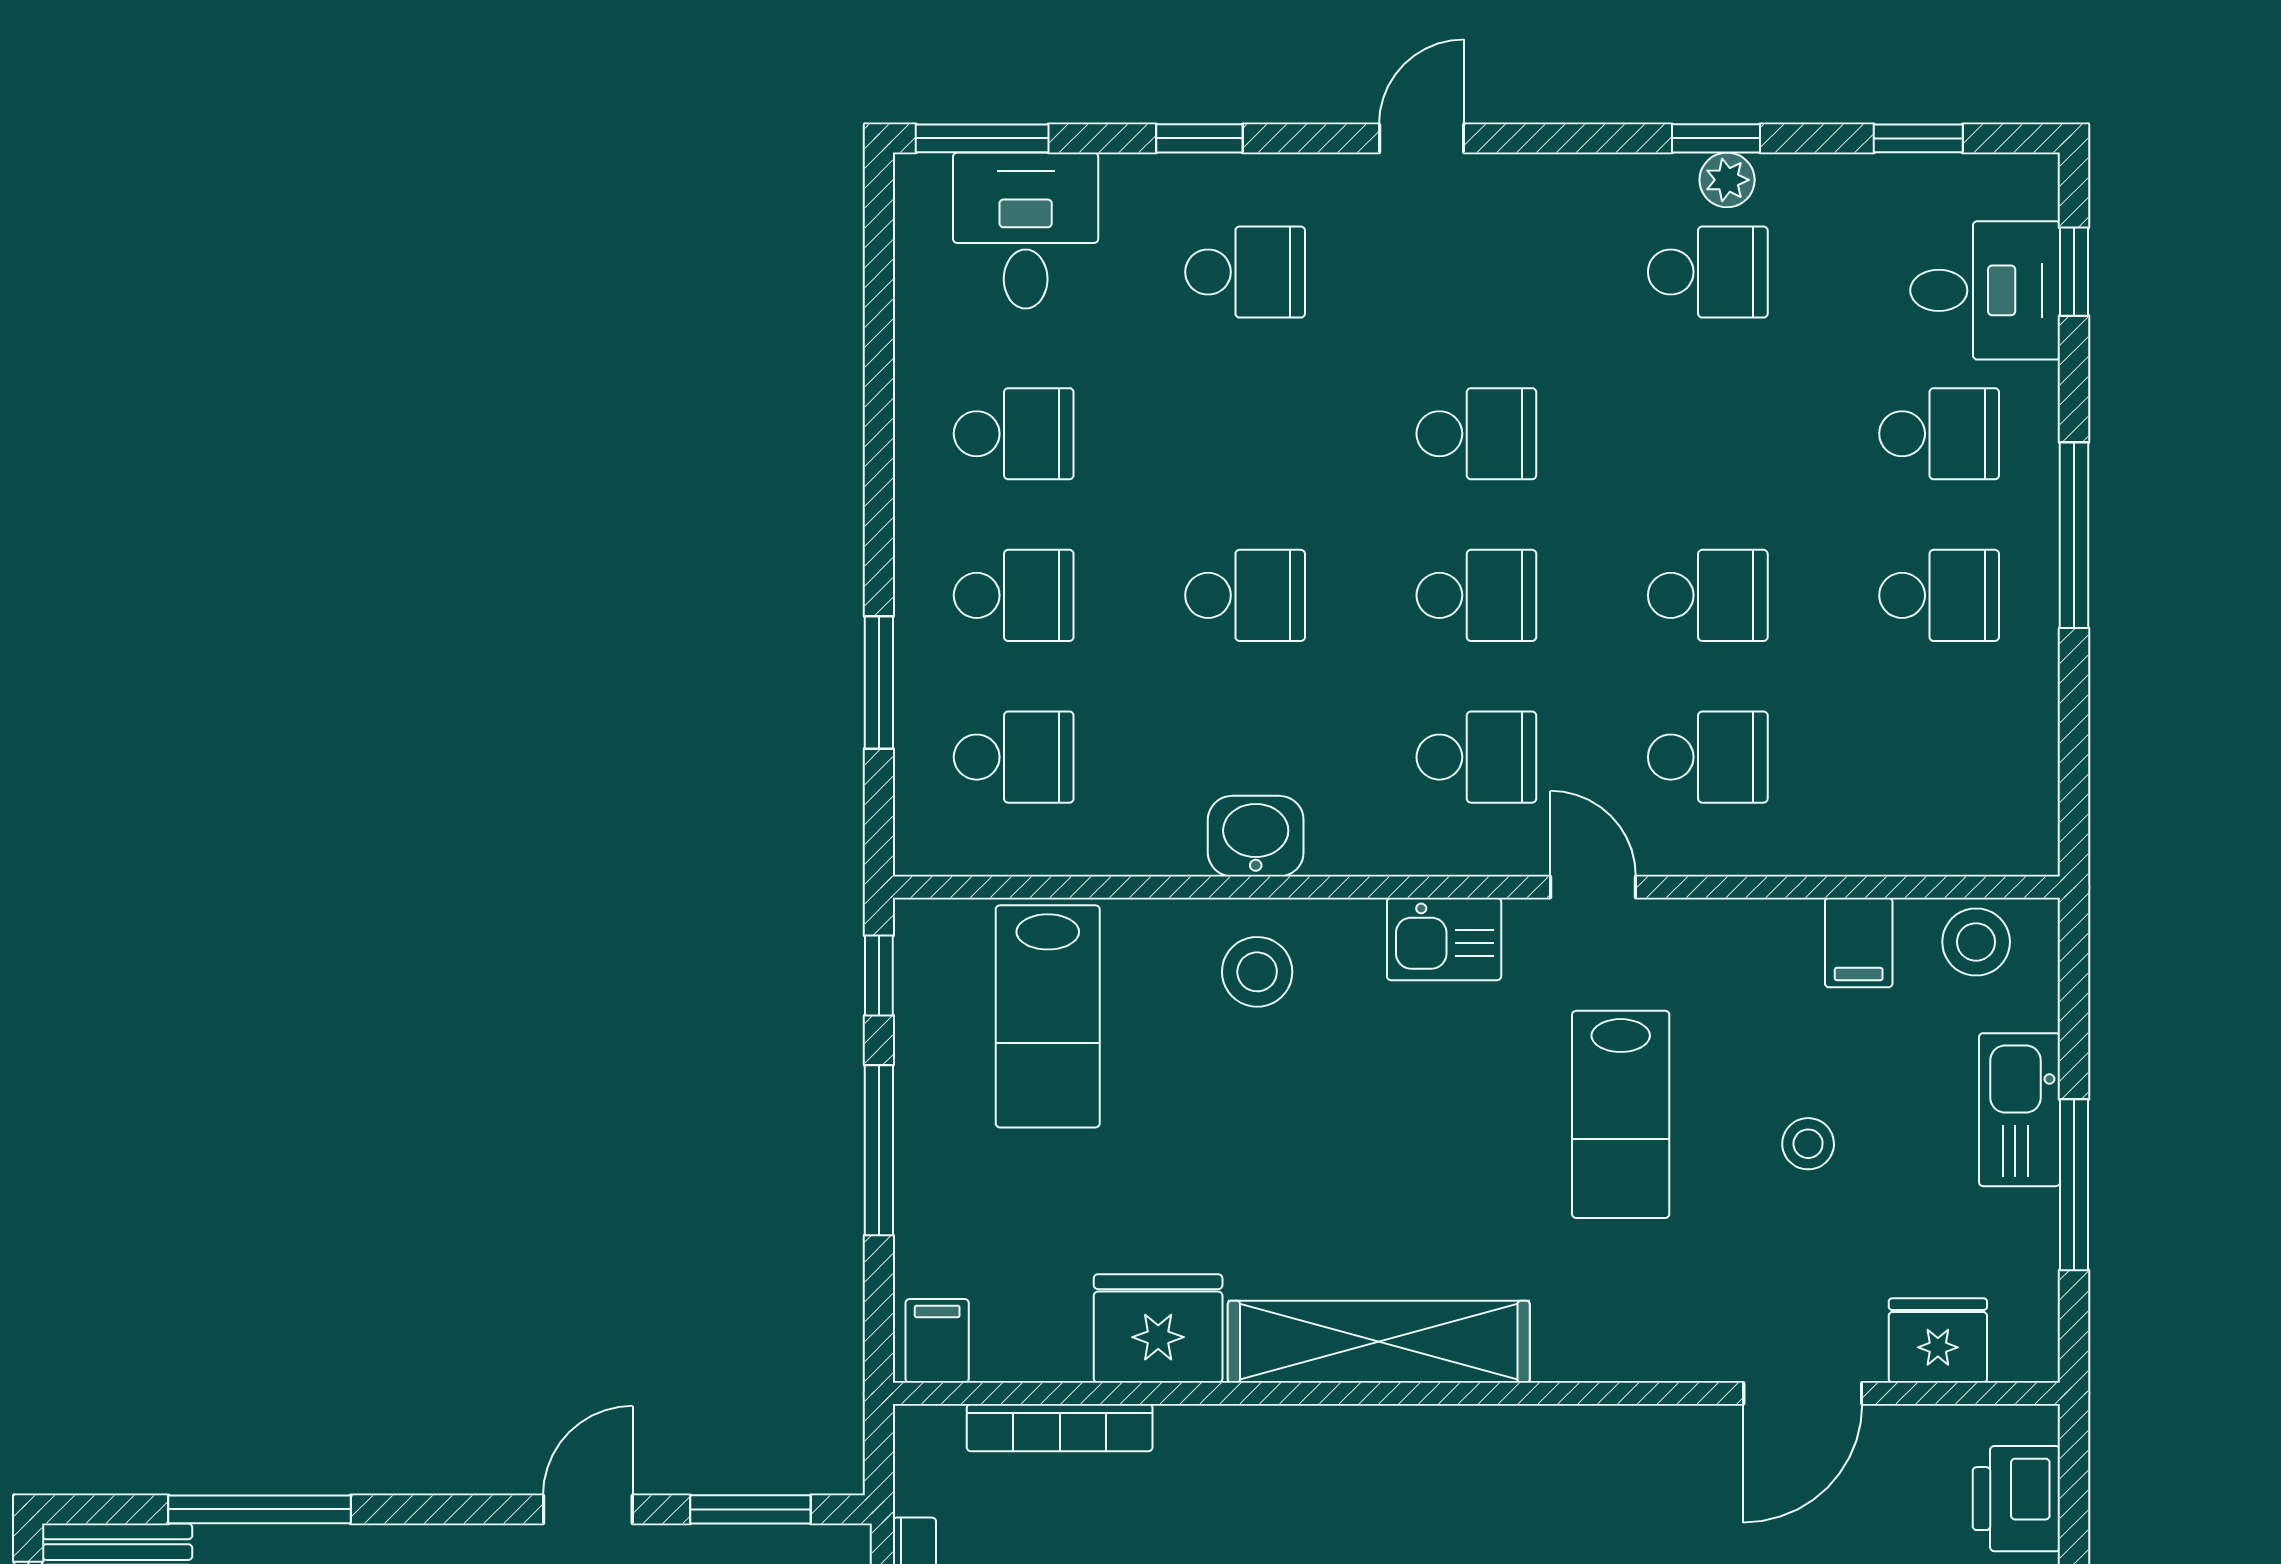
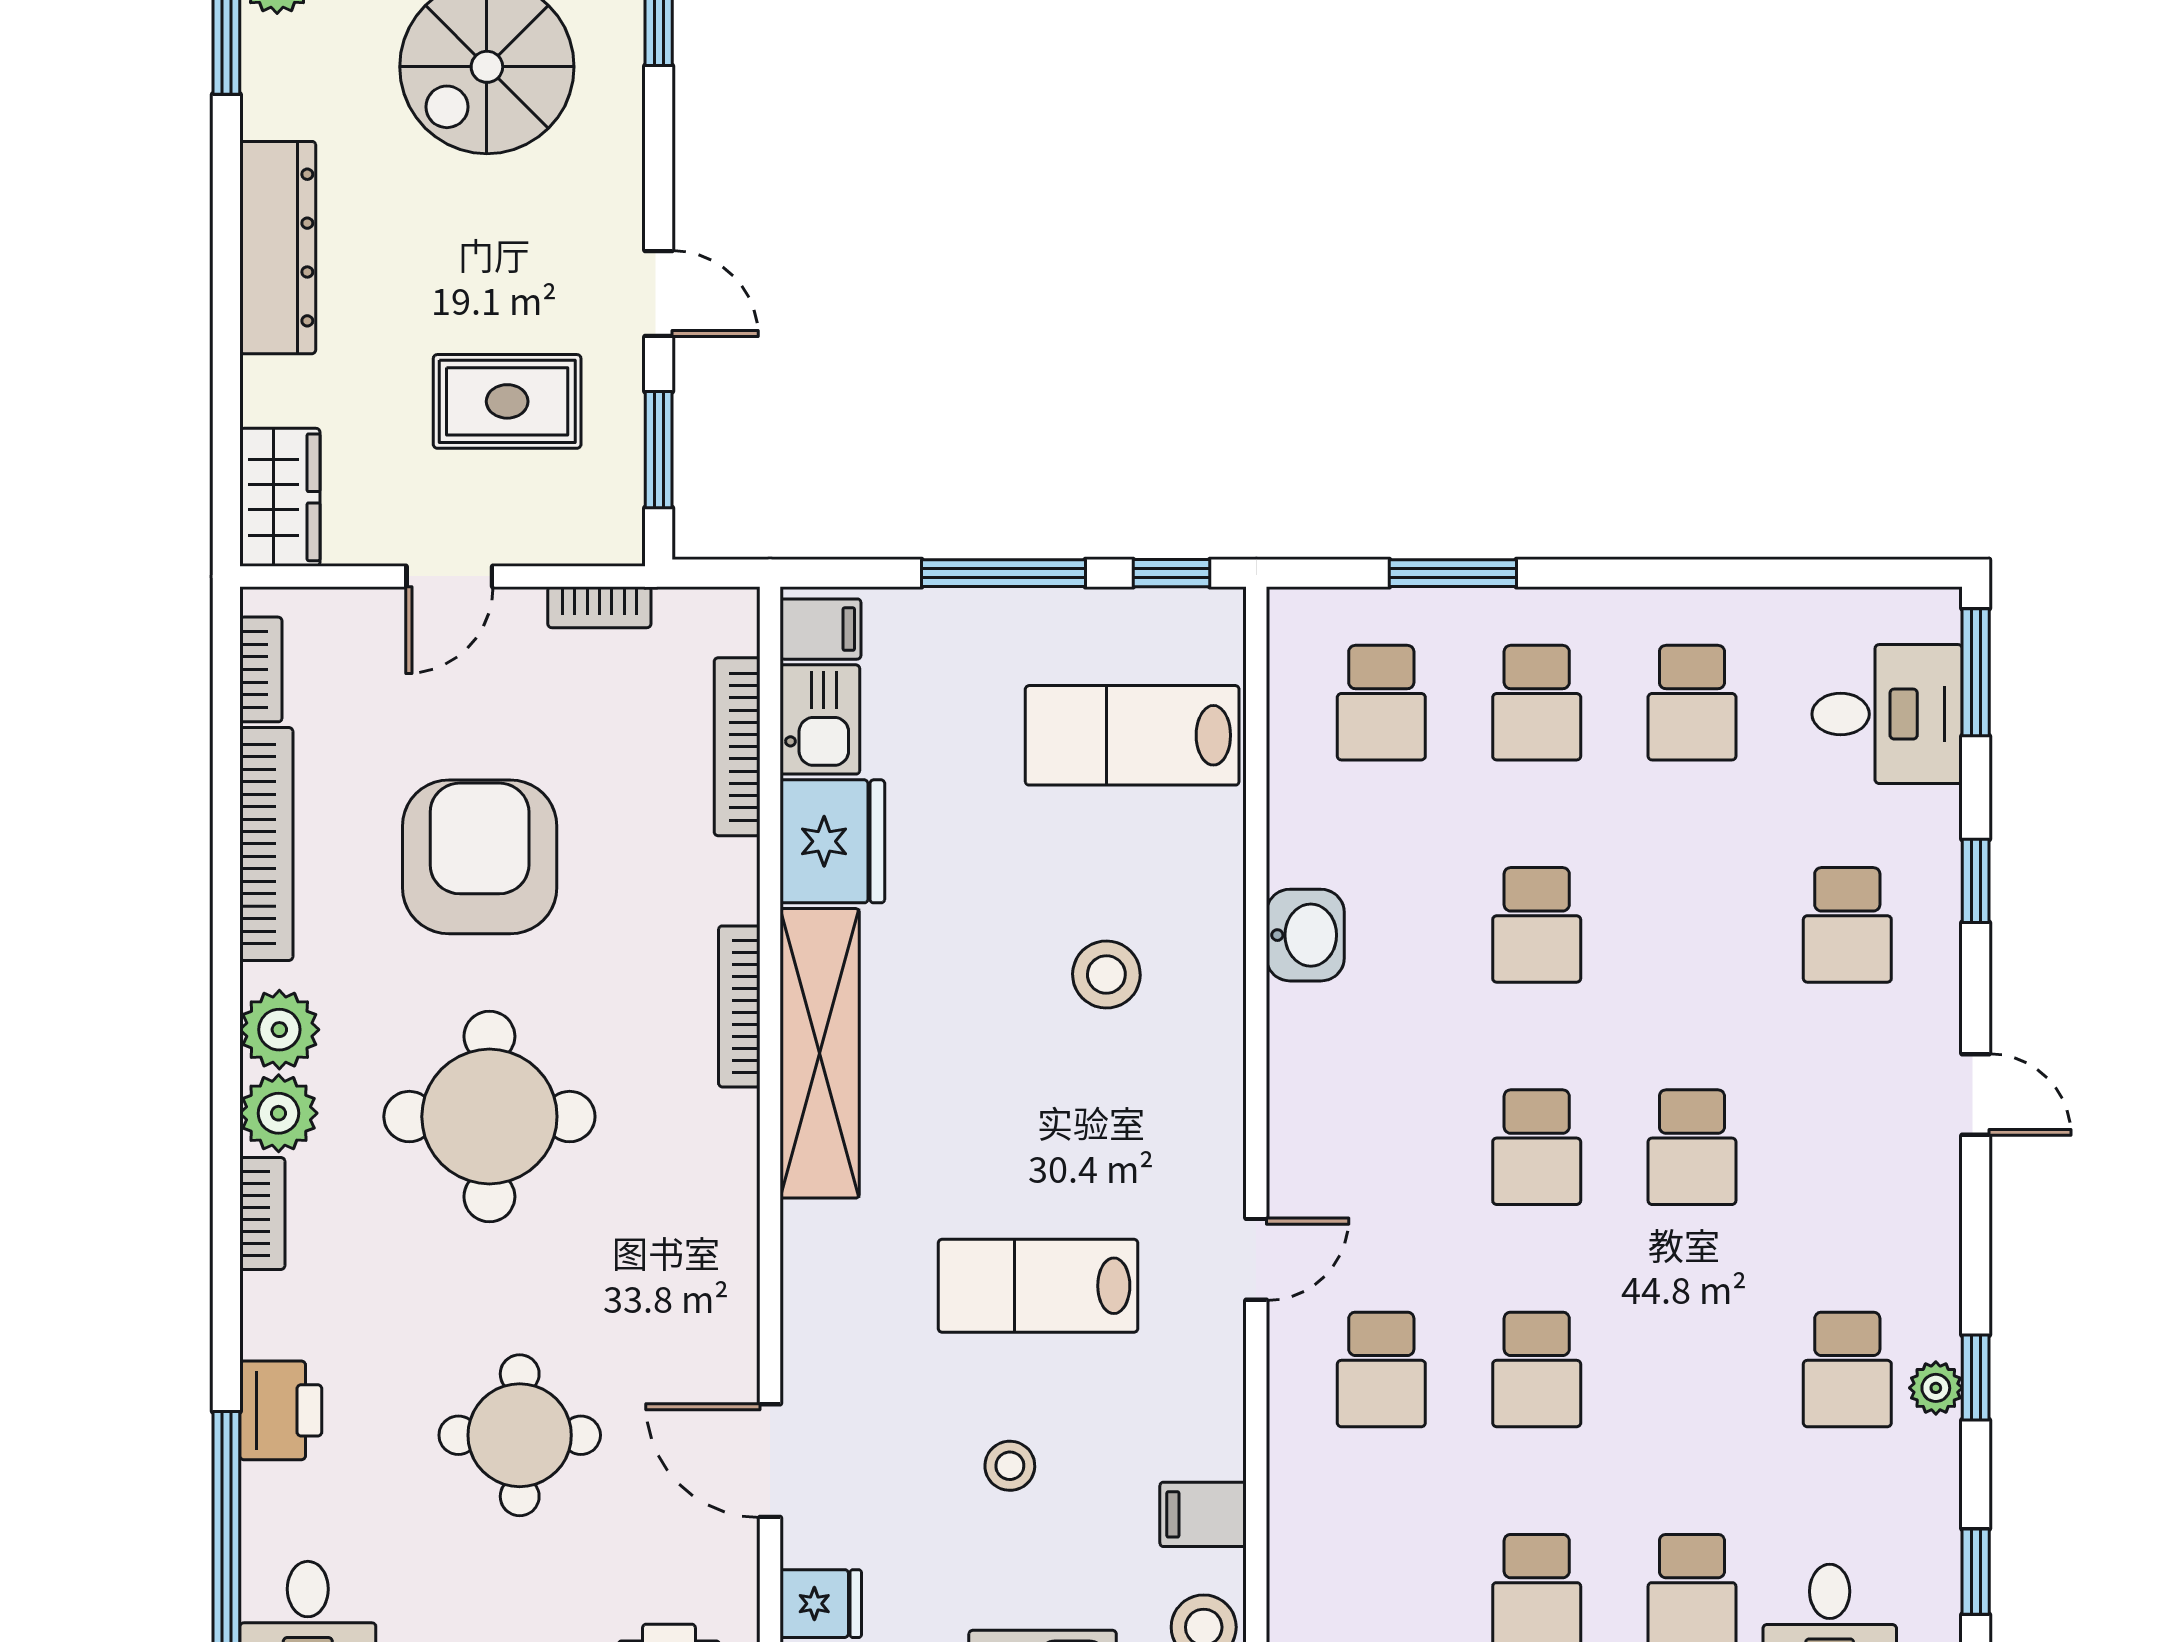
school desk: (1476, 757) -> (1381, 1147), removed
kitchen sink: (1444, 939) -> (820, 719), moved, turned 180
stool: (1257, 972) -> (1106, 974), moved
fridge: (1938, 1341) -> (821, 1604), width x0.72
bookcase: (1330, 1425) -> (739, 1006), added

